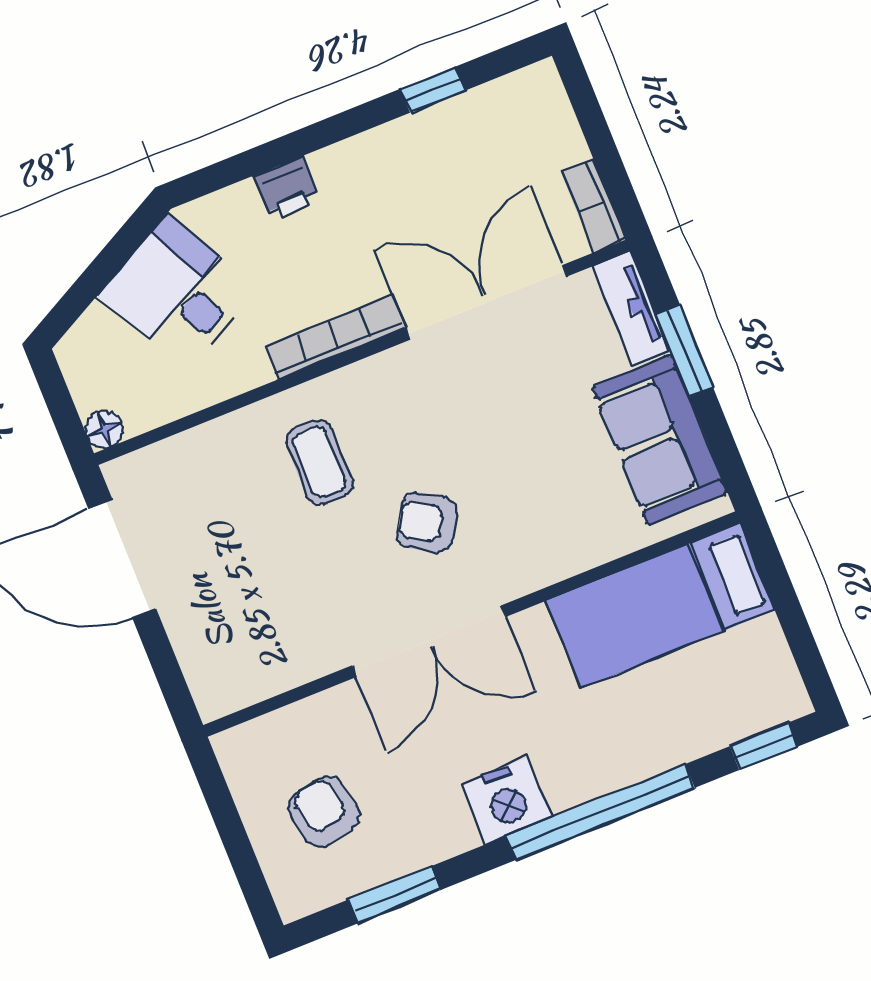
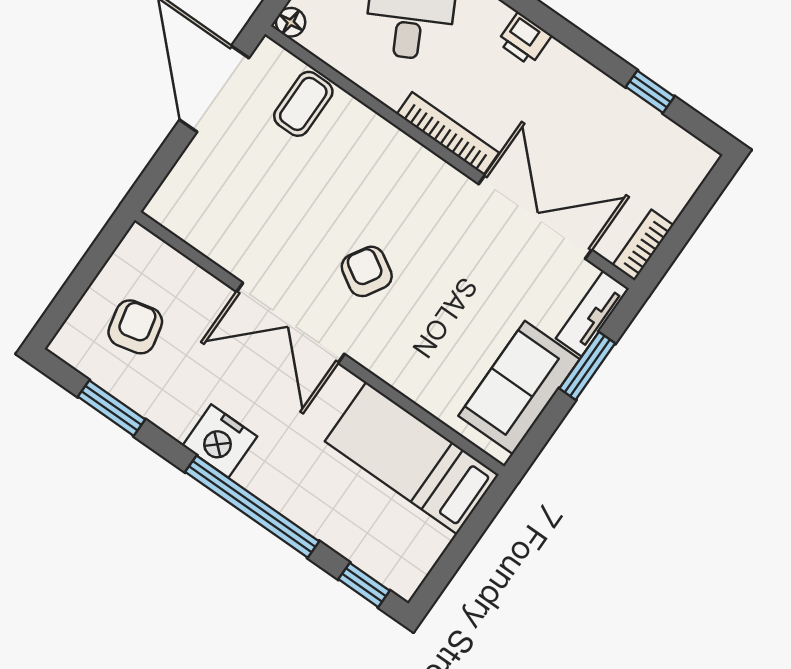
coffee table: (319, 462) -> (303, 104), moved

